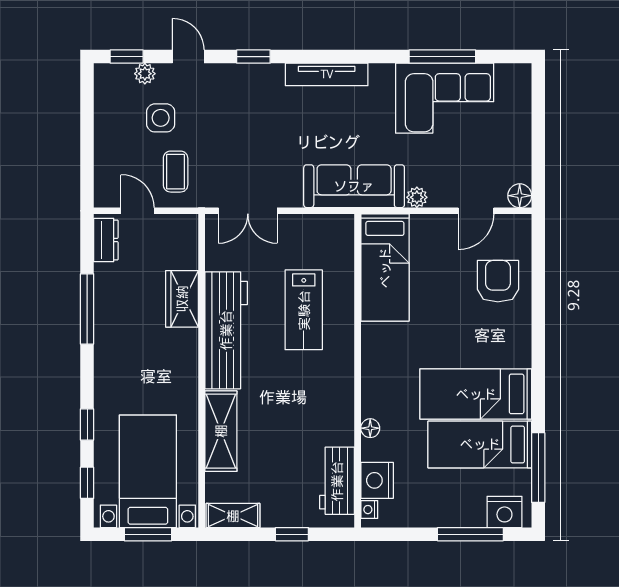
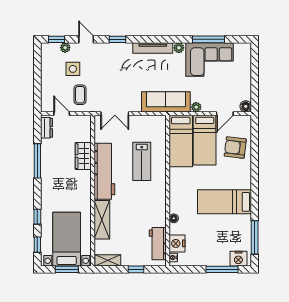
plant: (381, 74) -> (179, 48), added
armchair: (498, 281) -> (235, 148), turned -83
bed: (480, 444) -> (205, 140), moved, turned -90

